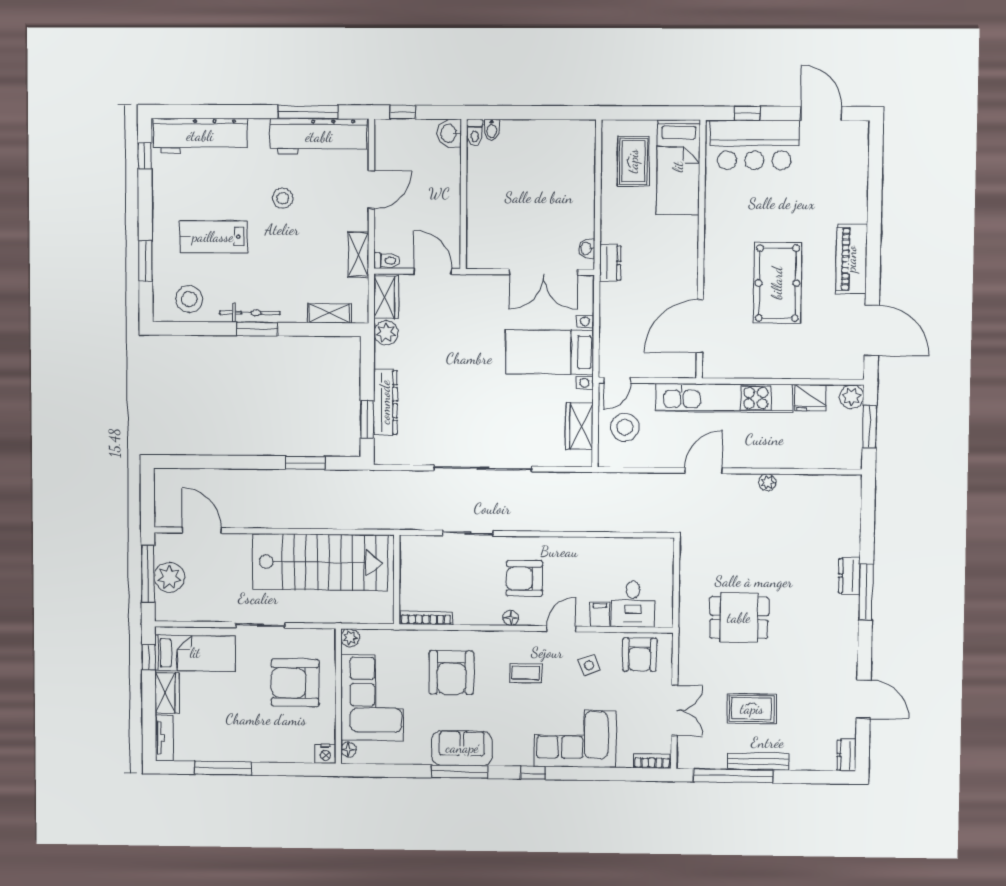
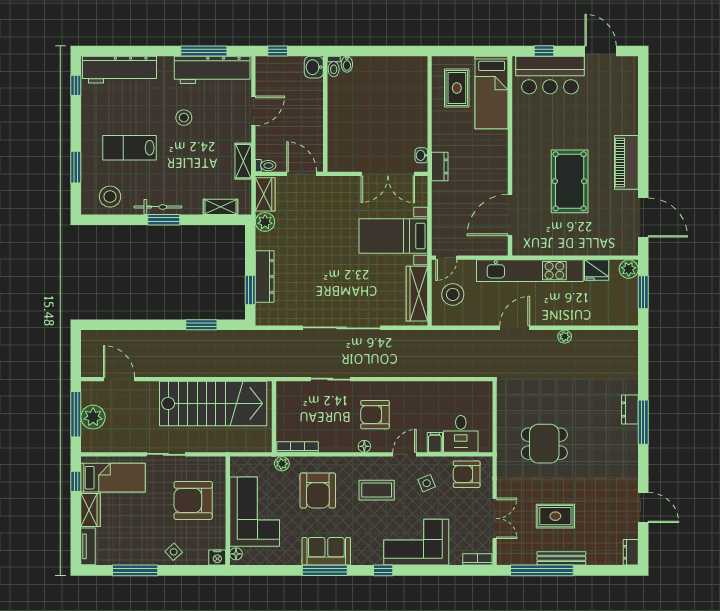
wardrobe: (579, 426) -> (417, 294), width x1.50
plant: (350, 638) -> (282, 464), moved
armchair: (640, 655) -> (467, 474), turned 90
coffee table: (526, 673) -> (377, 490), width x1.36, depth x1.30
side table: (271, 746) -> (174, 552), added

